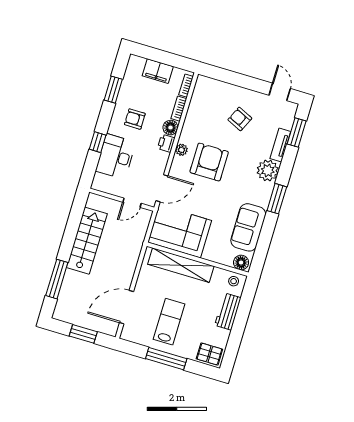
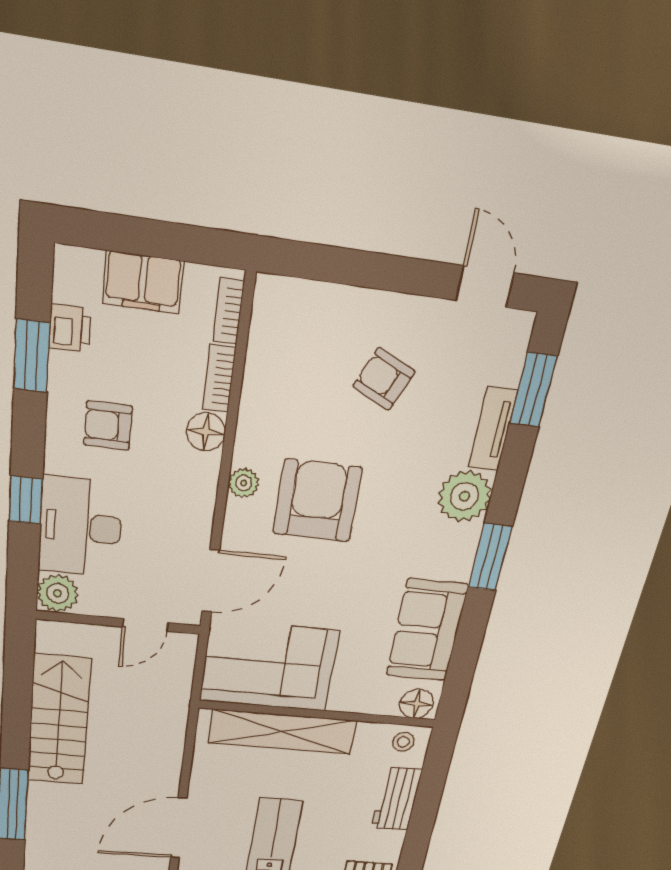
printer: (166, 143) -> (70, 328), moved, turned 180
plant: (100, 182) -> (58, 593), added

